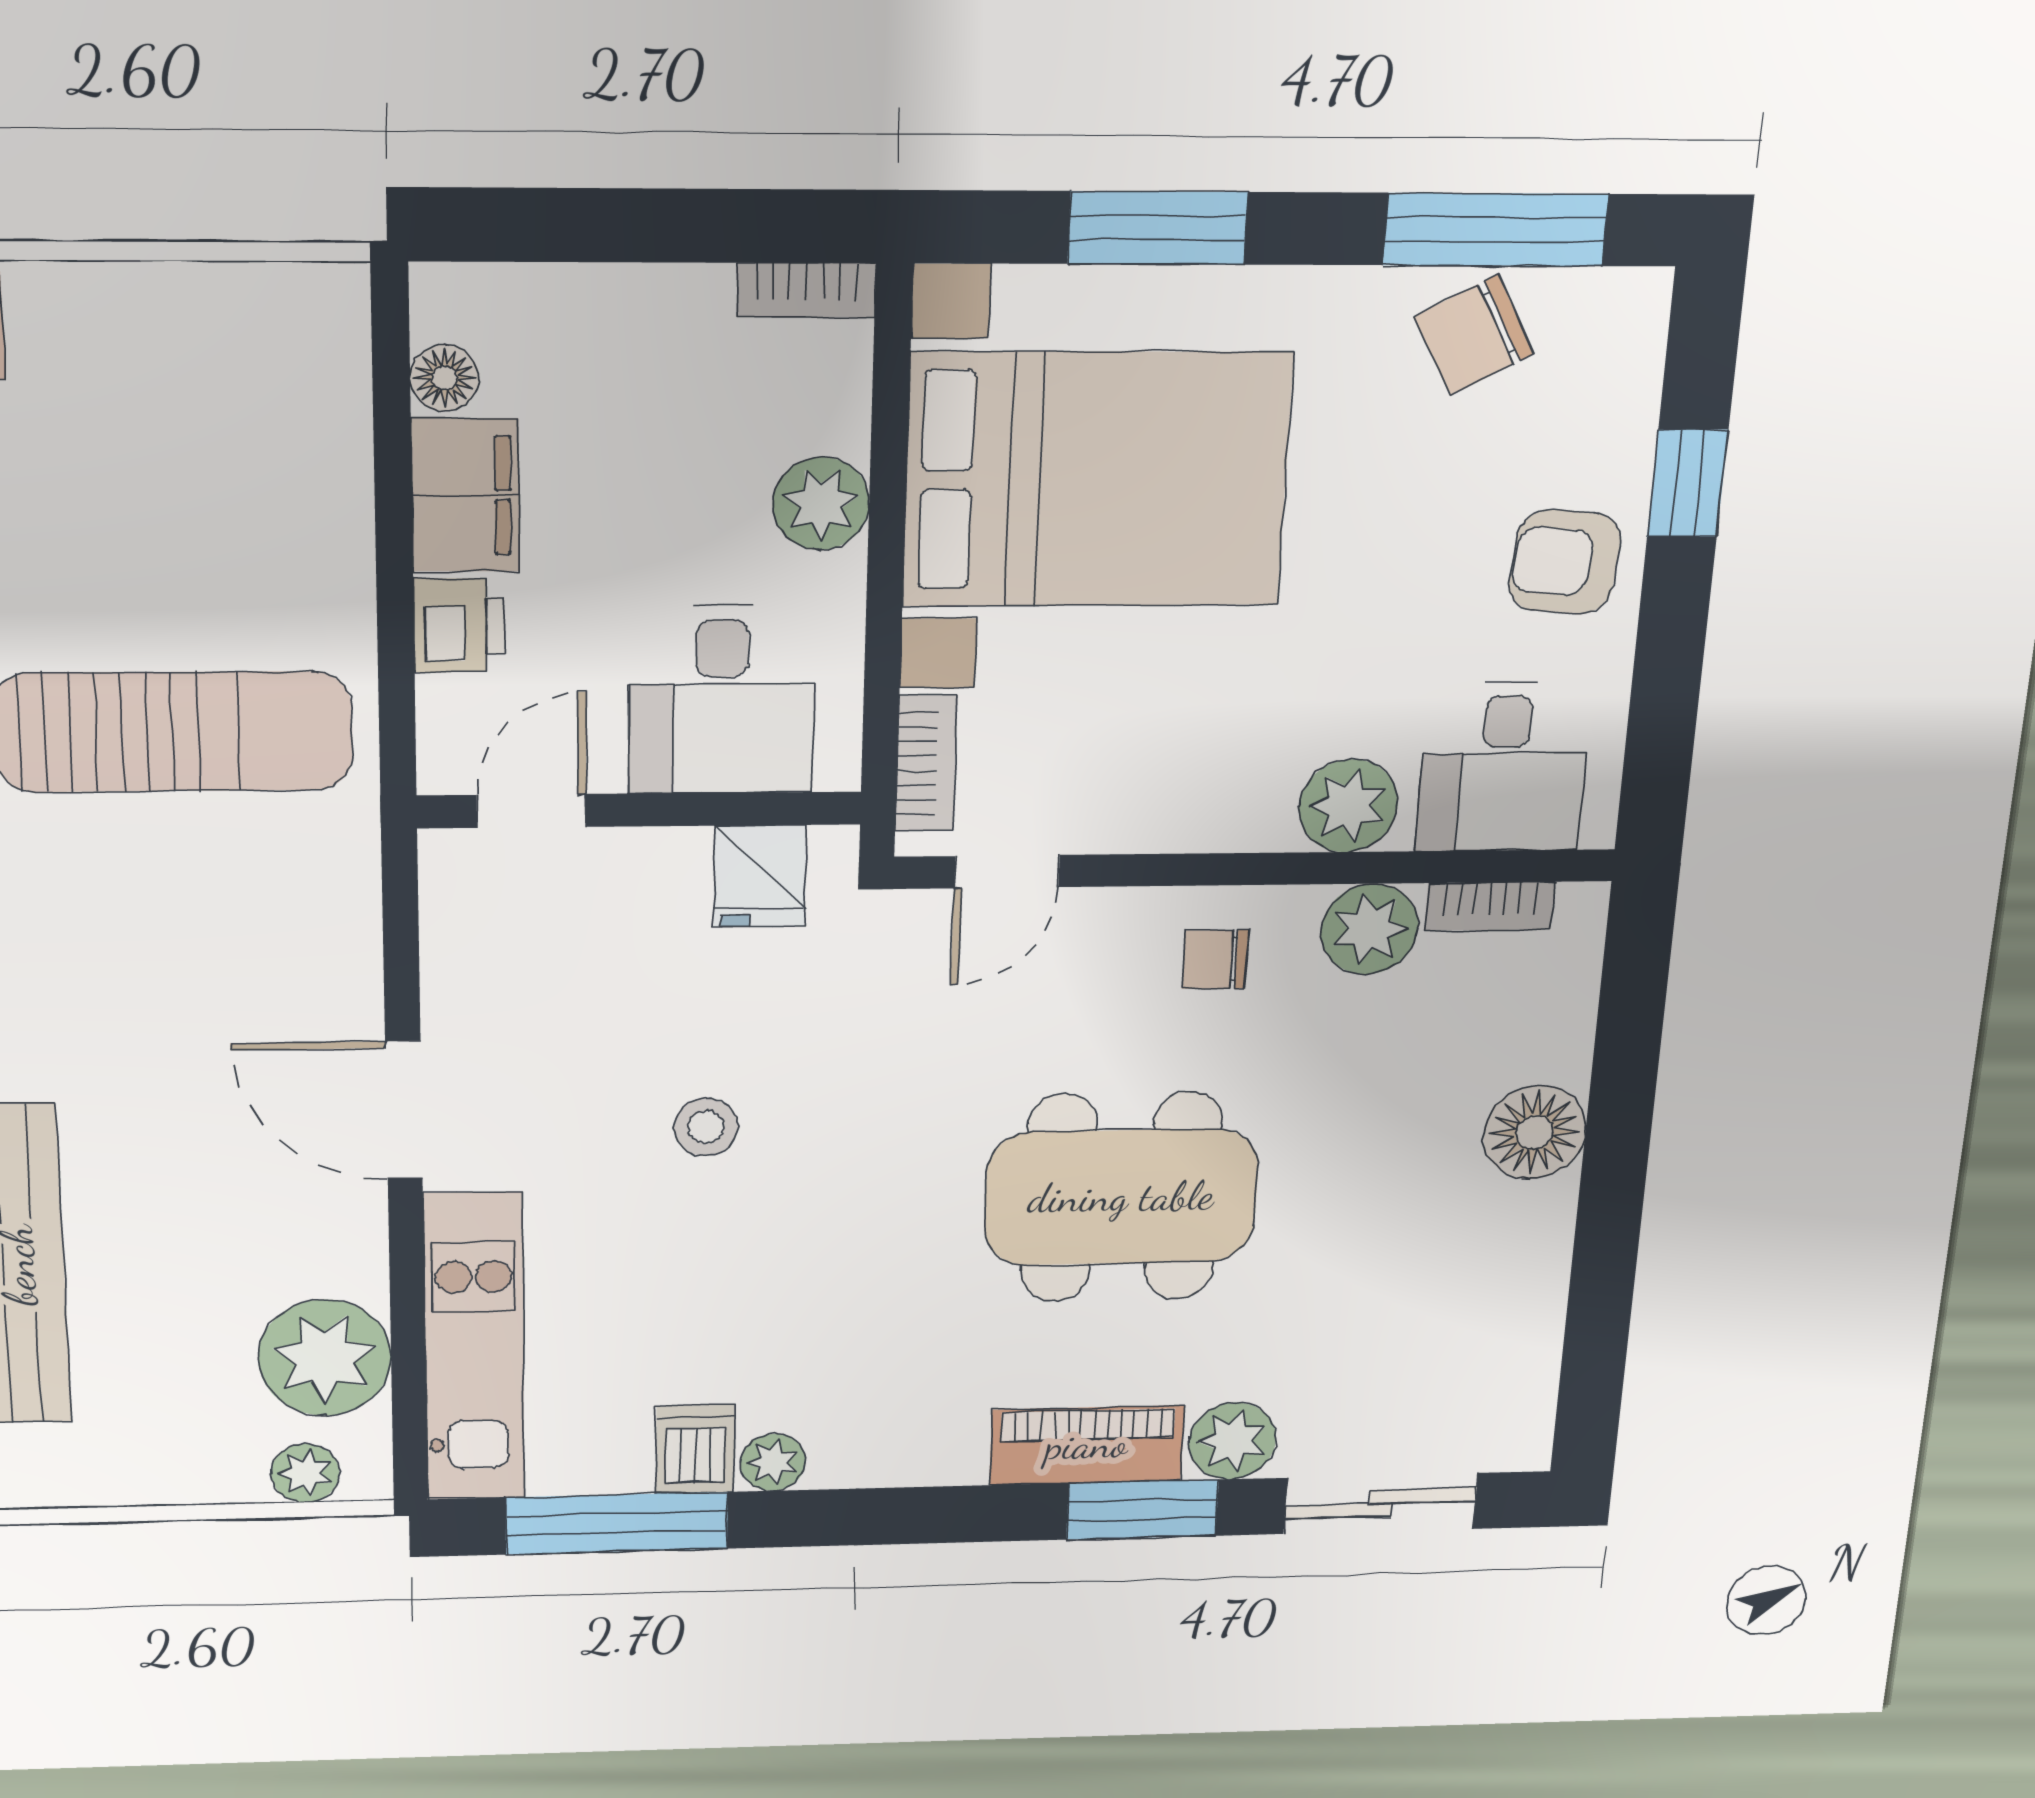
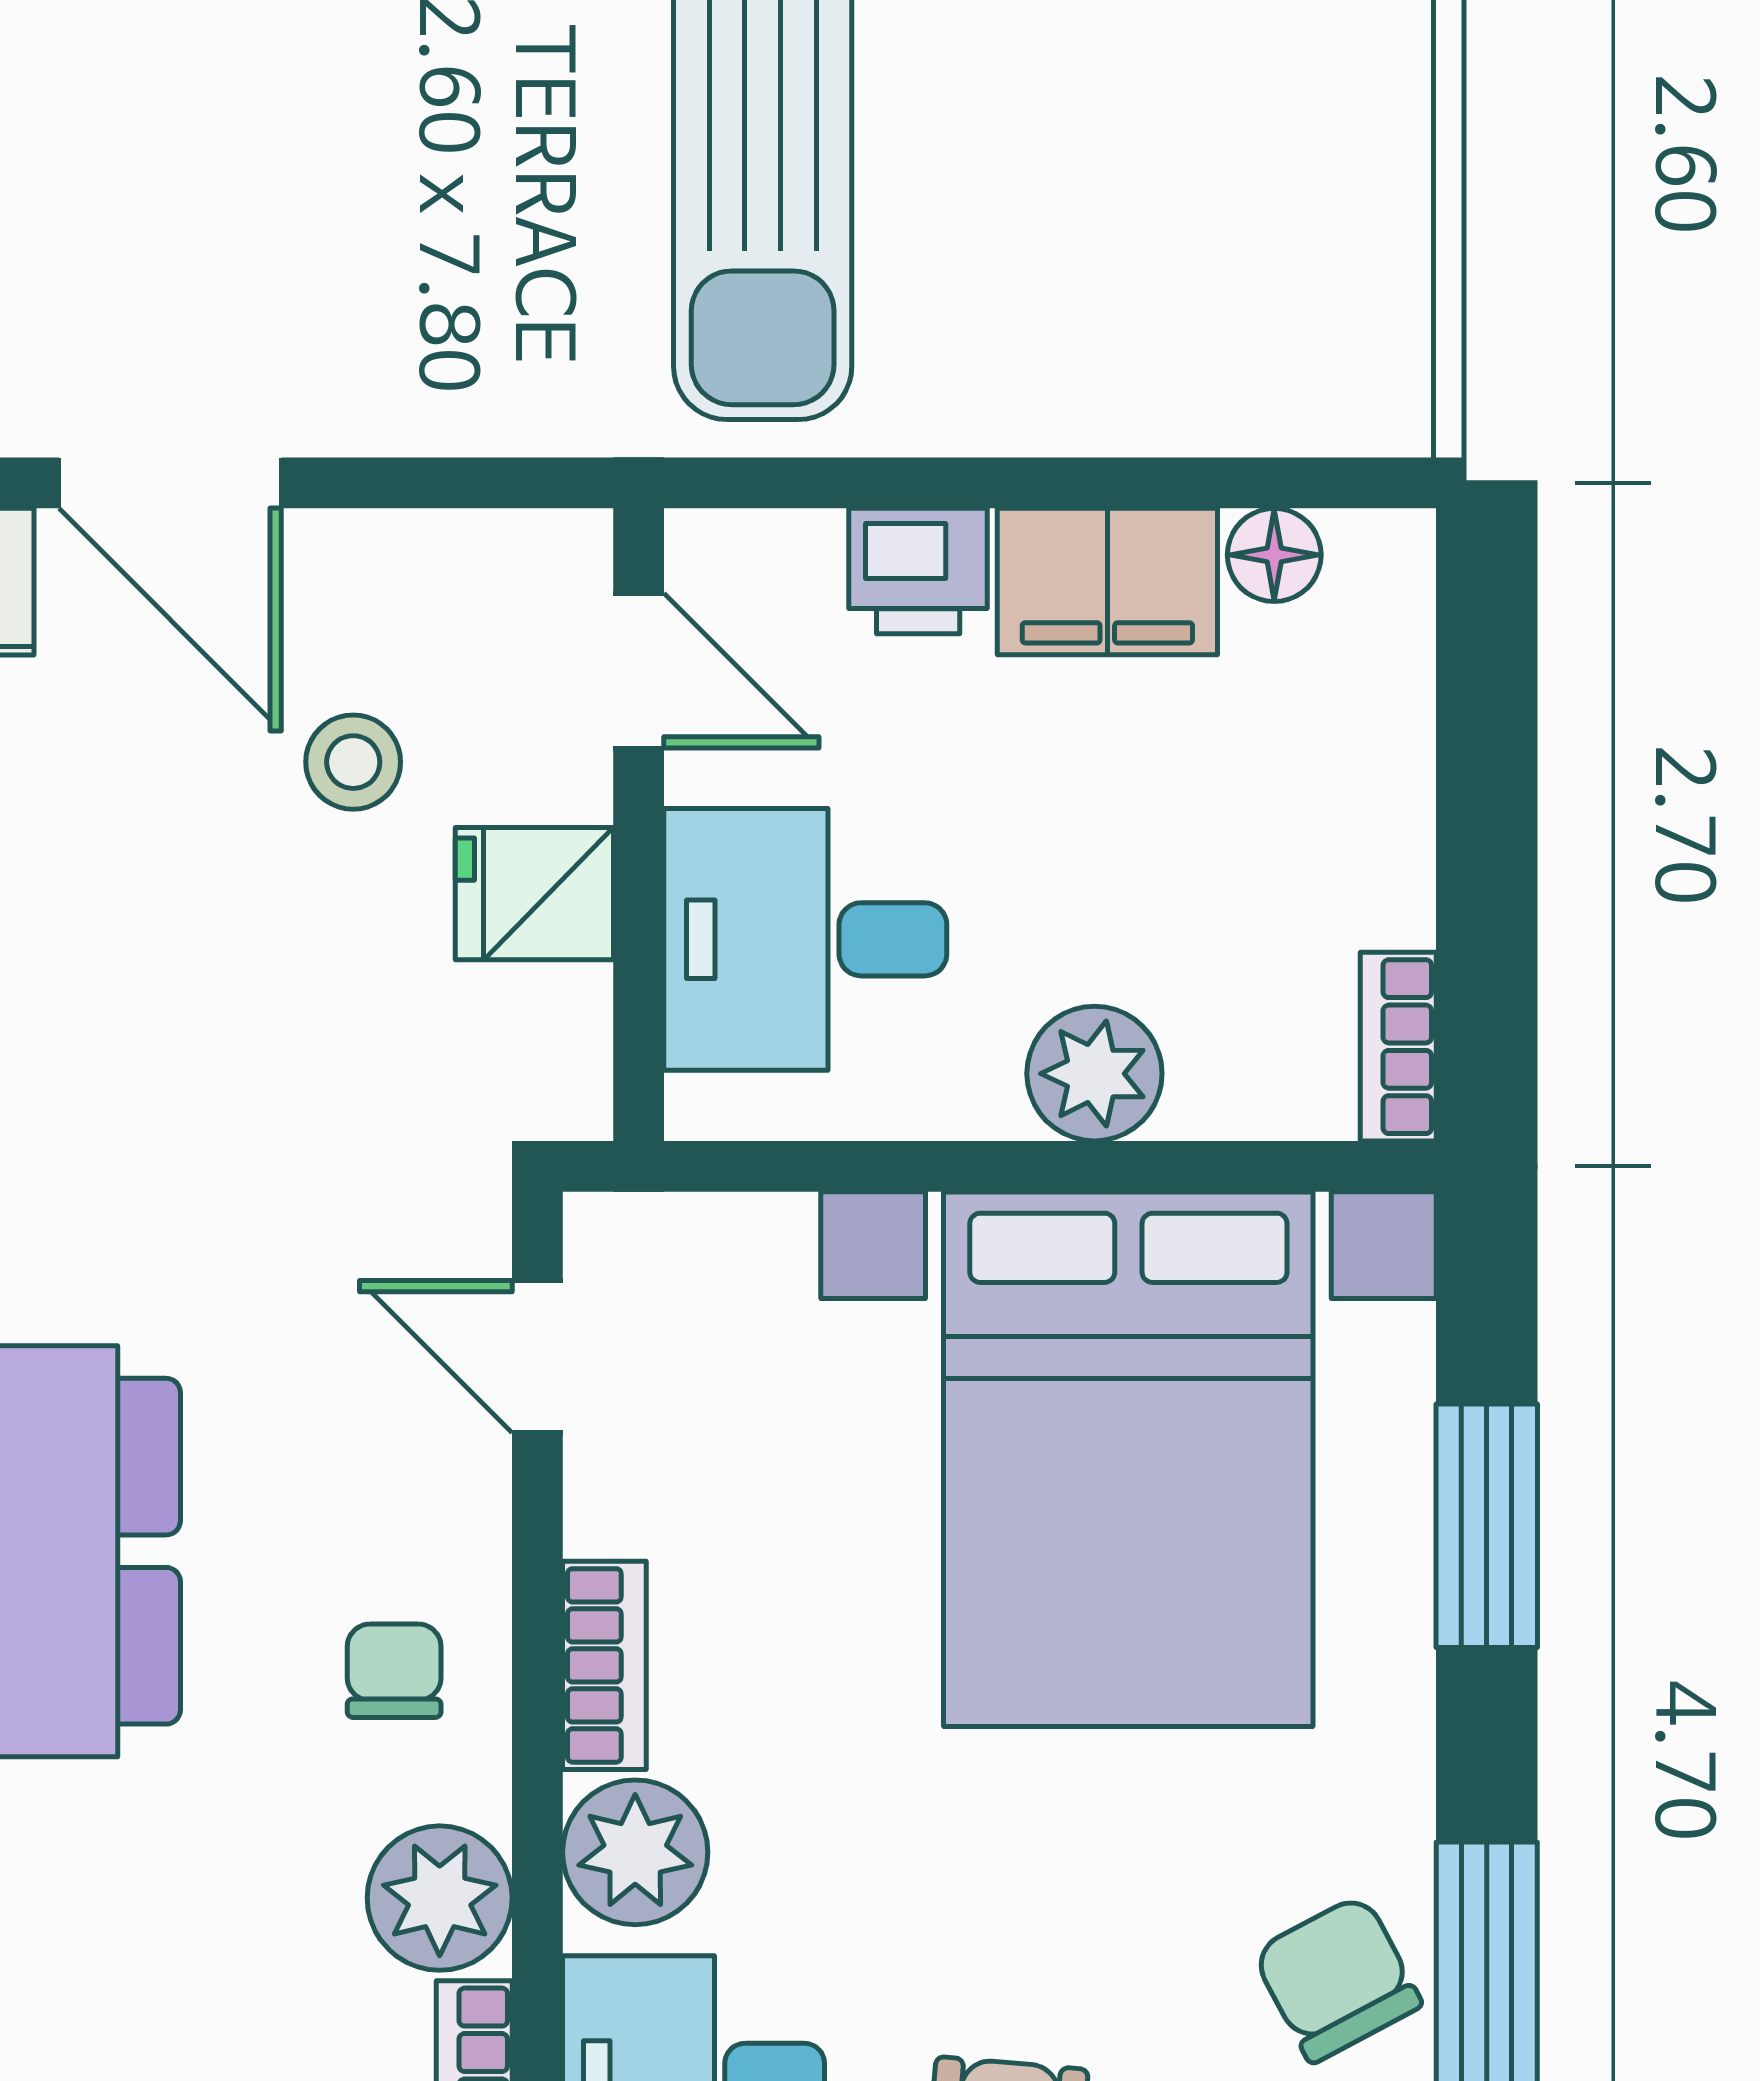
bookcase: (926, 763) -> (604, 1665), moved, turned -90
fridge: (760, 876) -> (534, 894), moved
door: (404, 1110) -> (170, 483), swing flipped
stool: (706, 1127) -> (353, 762), moved

